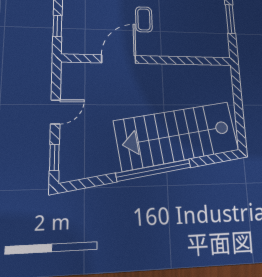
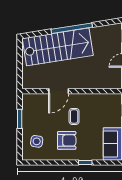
door: (119, 59) -> (59, 91), moved

